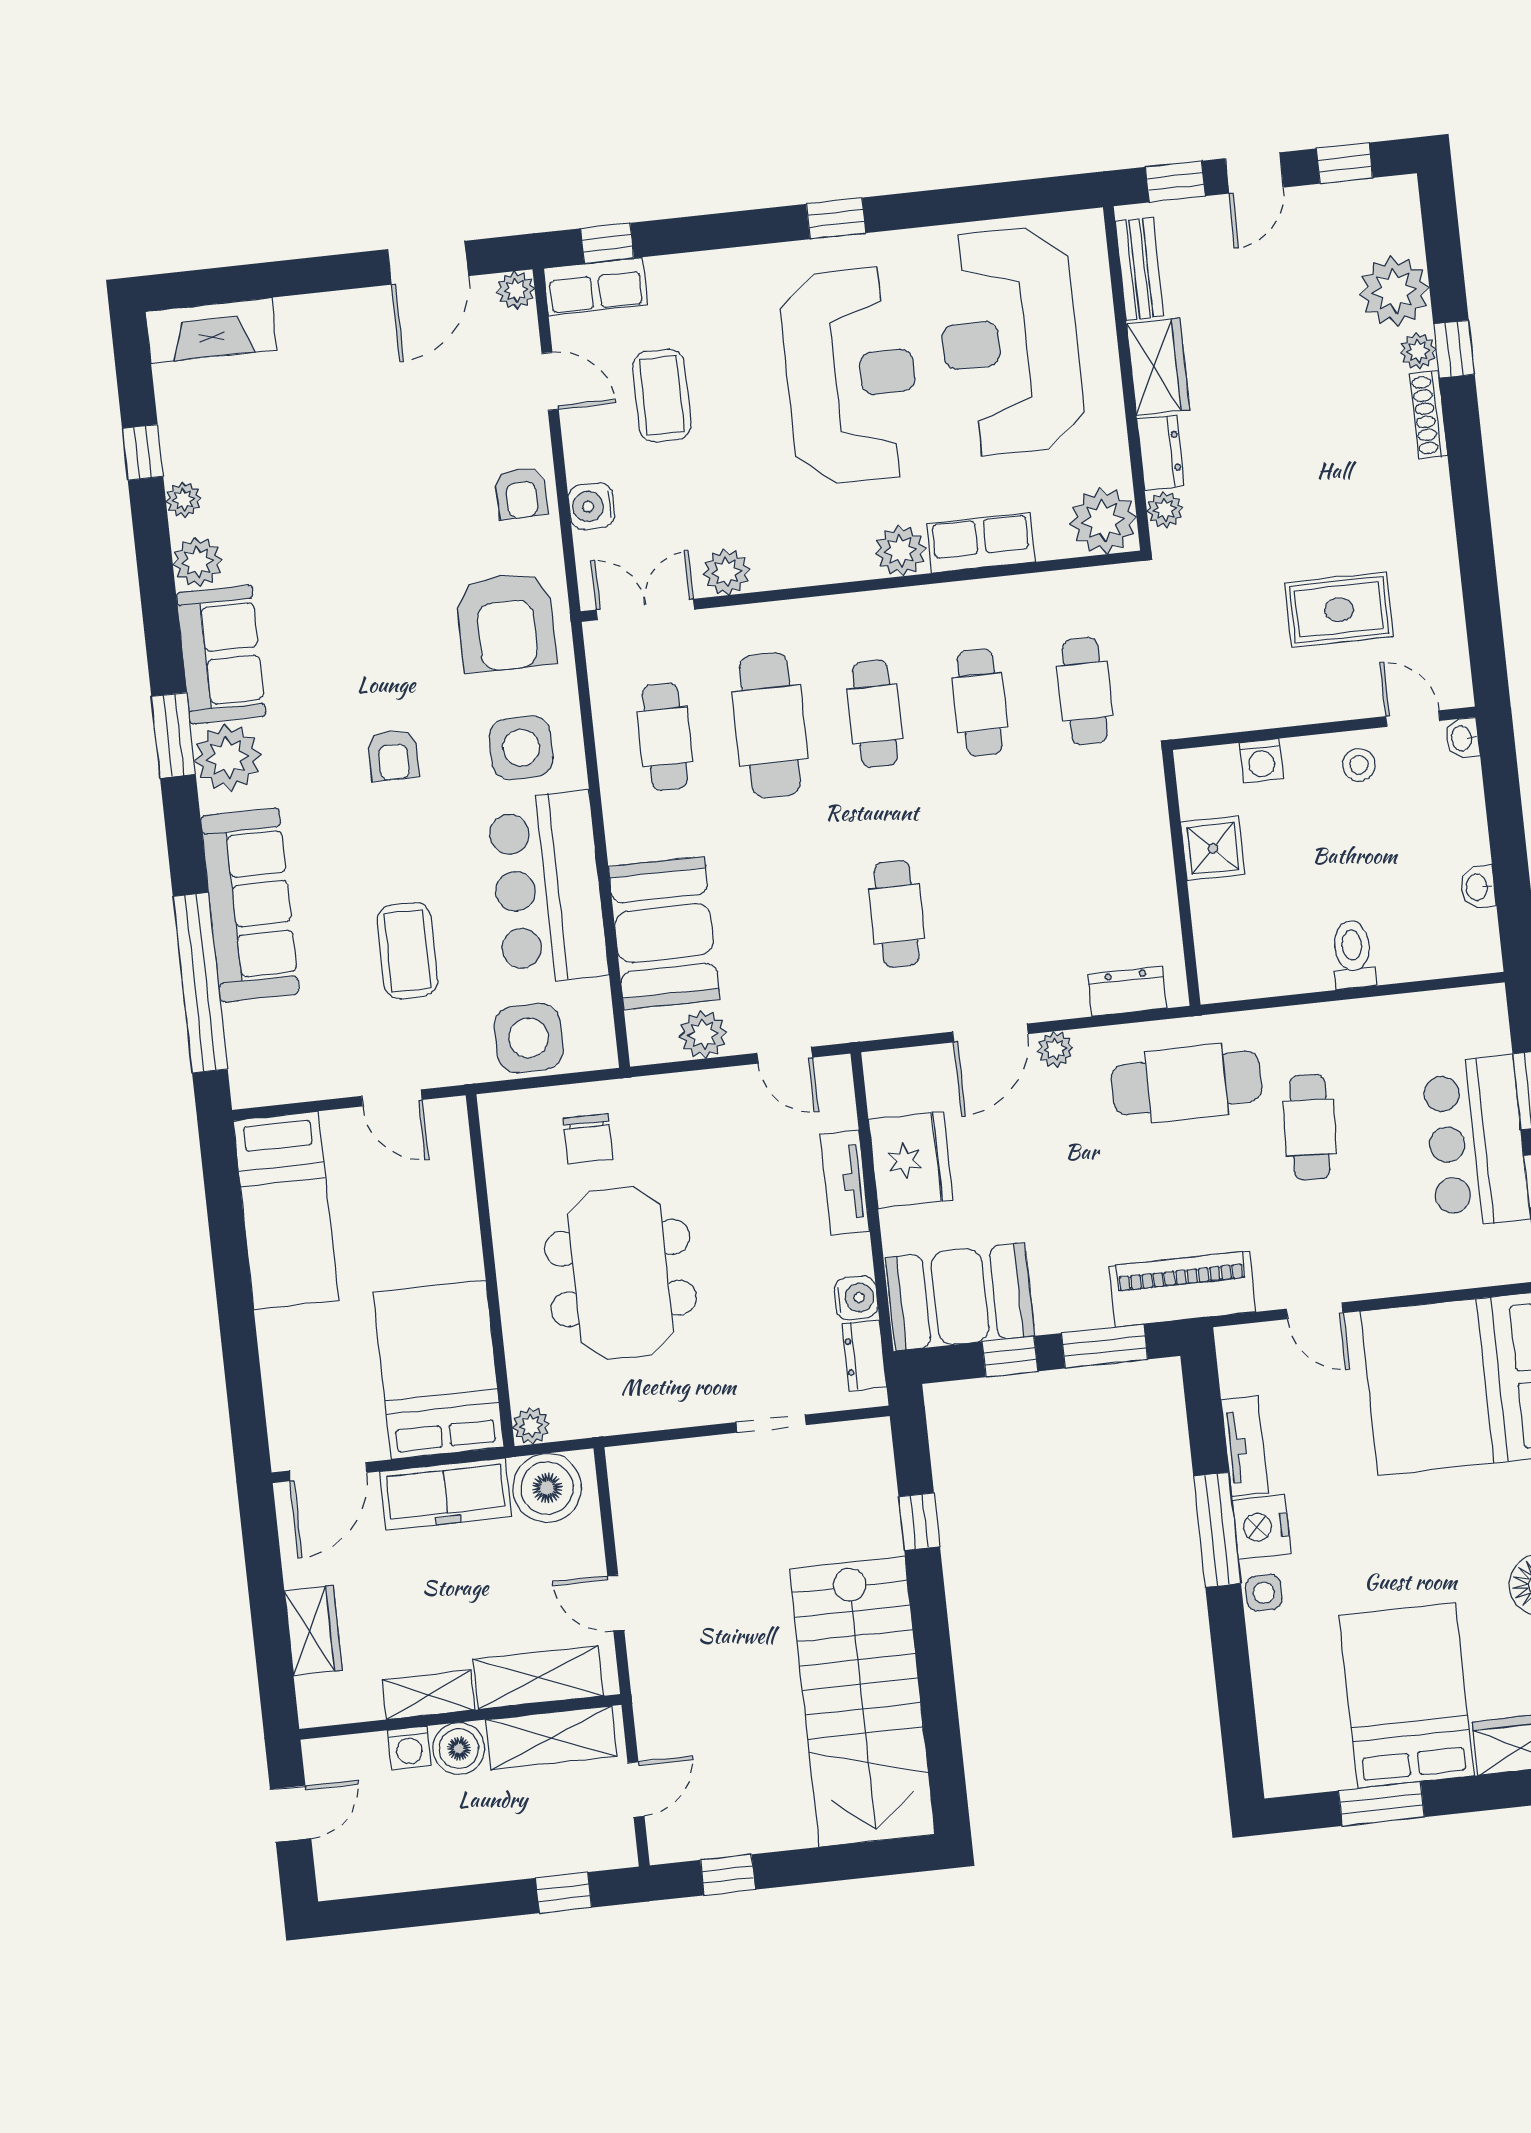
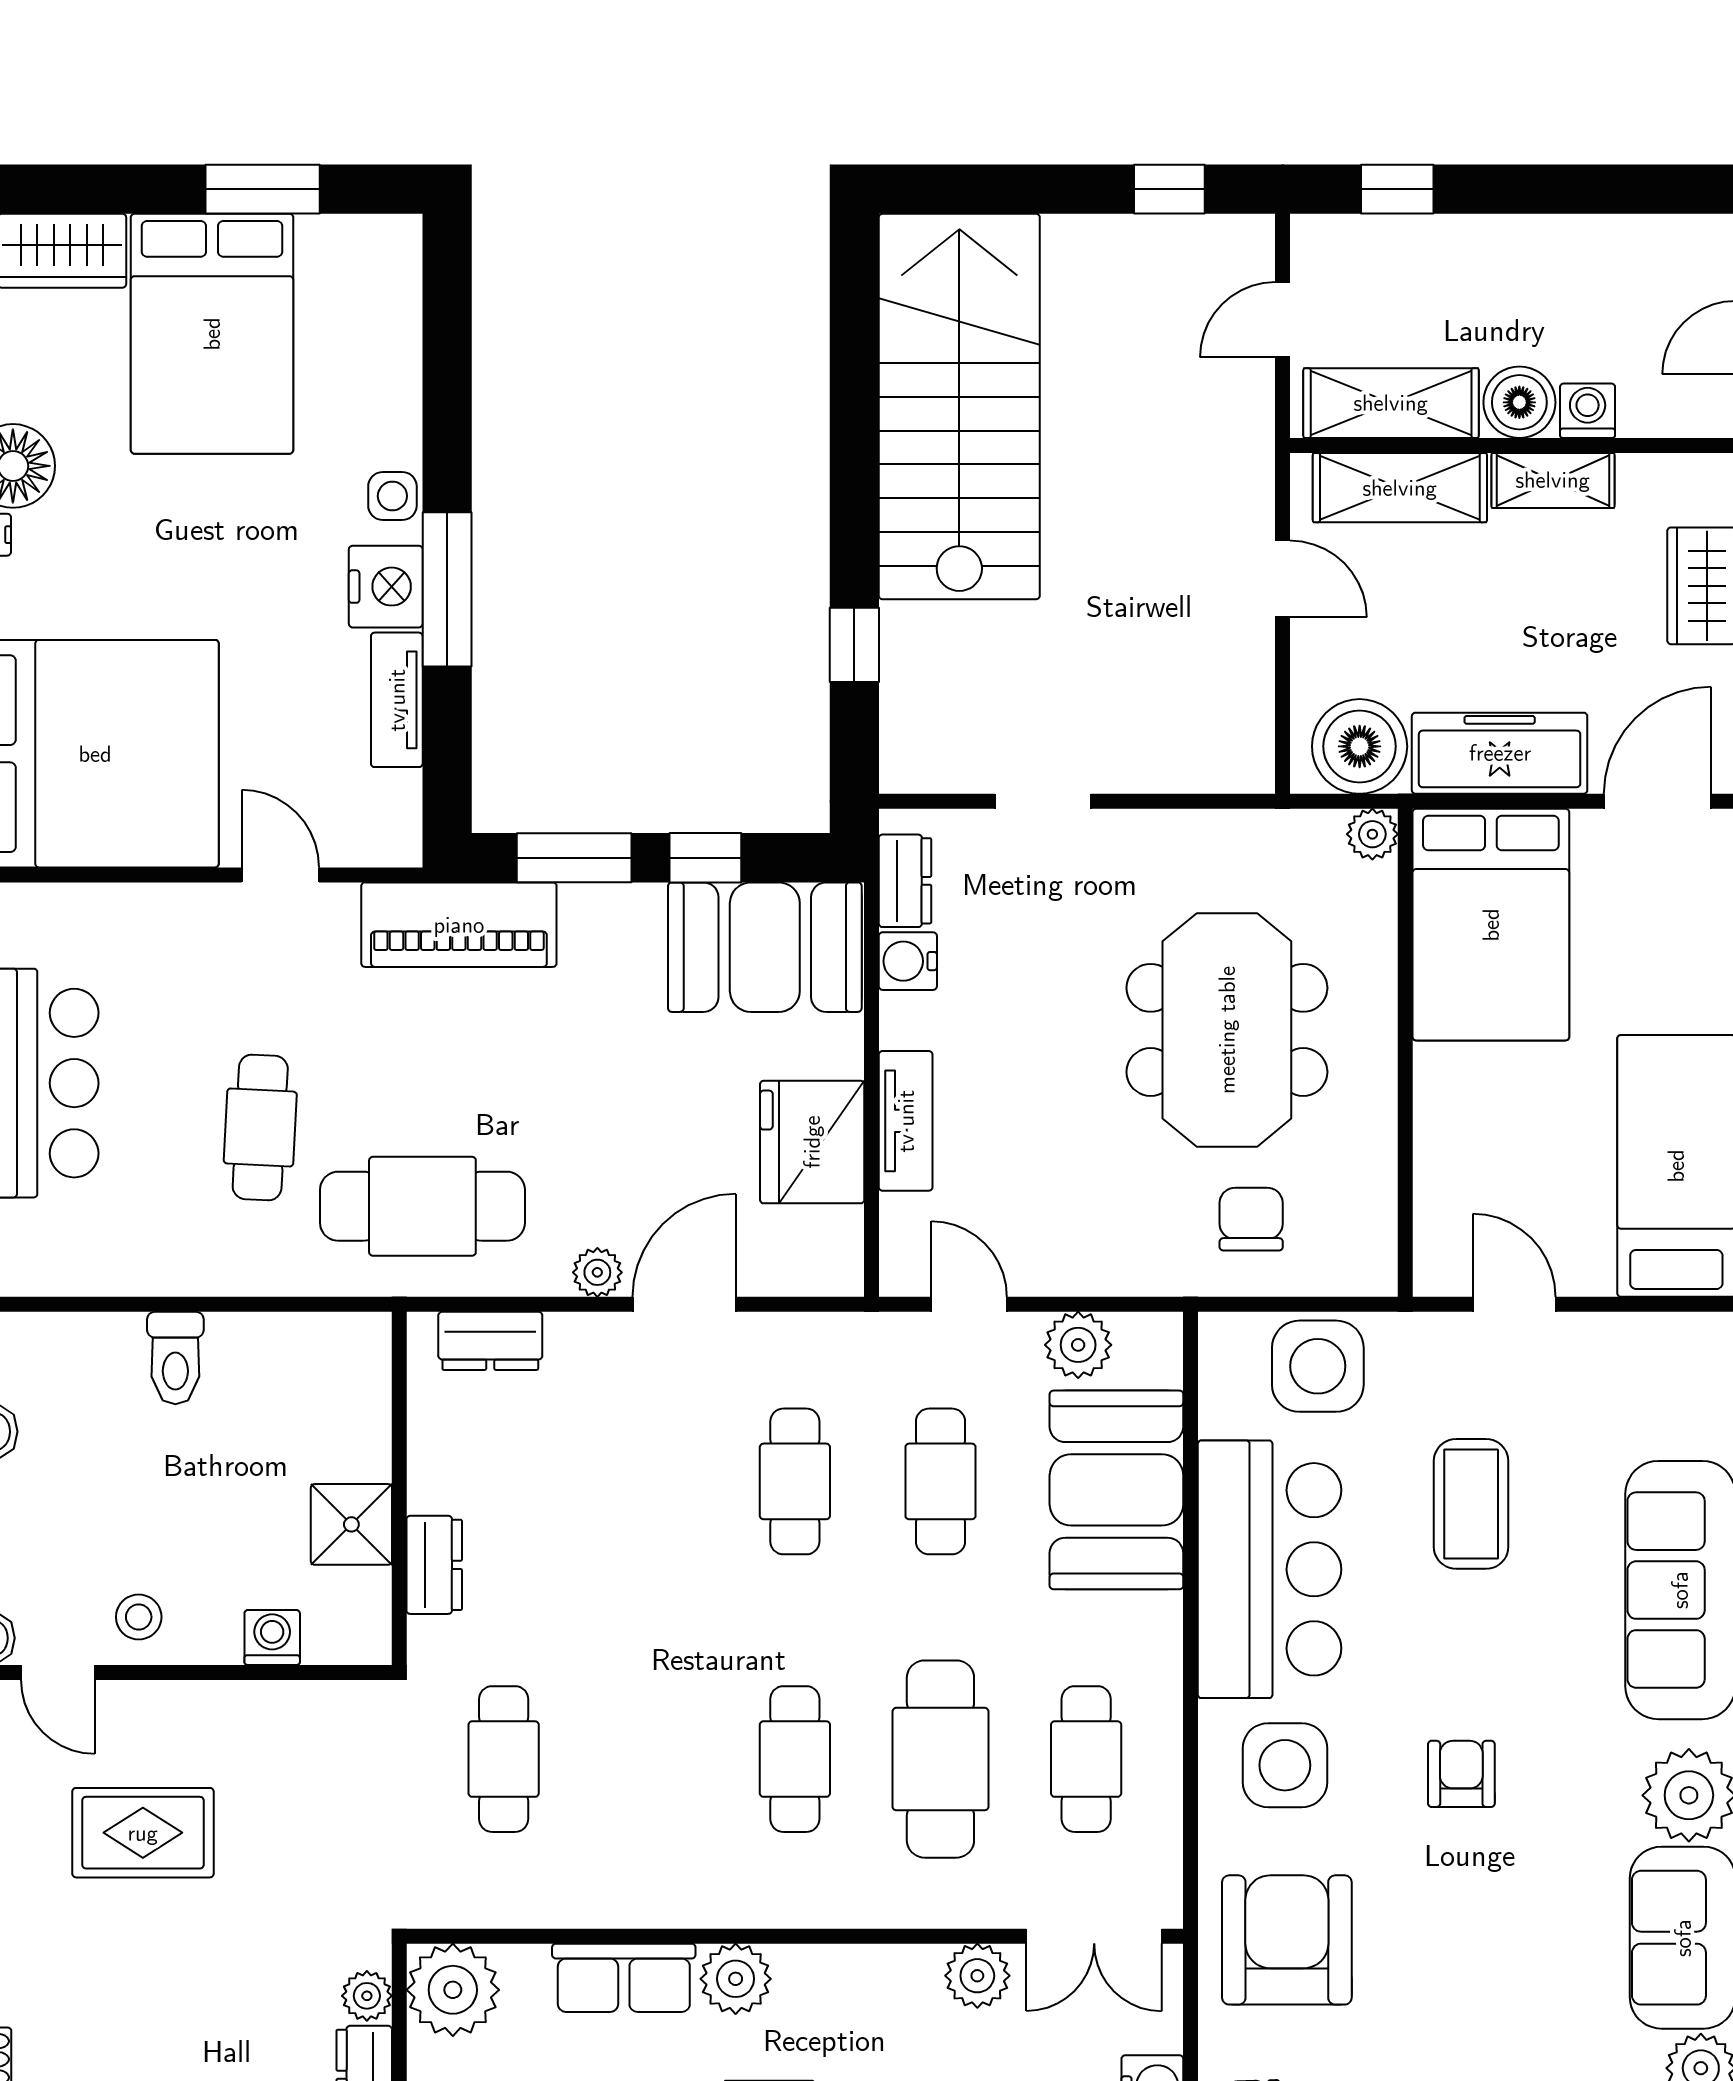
cafe table: (980, 702) -> (940, 1481), moved
dresser: (1150, 826) -> (434, 1565), added

